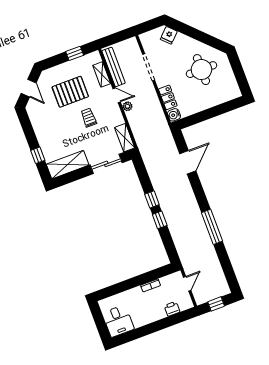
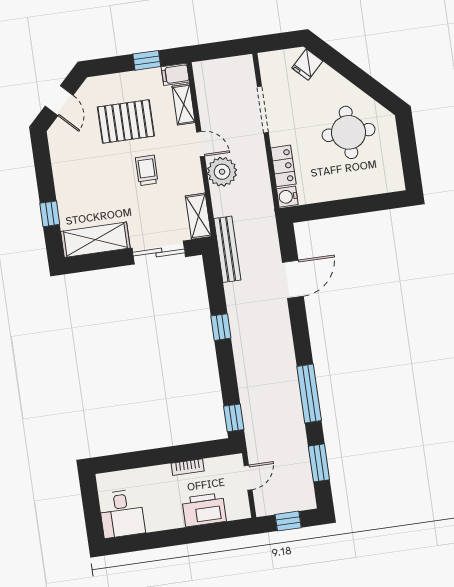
filing cabinet: (93, 58) -> (175, 74), added
bench: (114, 67) -> (227, 249), moved
plant: (127, 106) -> (222, 172), width x1.88, depth x1.88
window: (160, 220) -> (234, 418), moved
window: (227, 266) -> (319, 463), added
printer: (172, 309) -> (204, 510), width x1.87, depth x1.48

